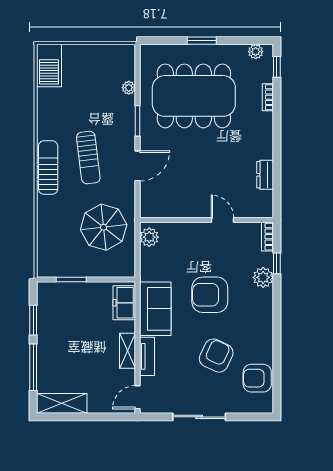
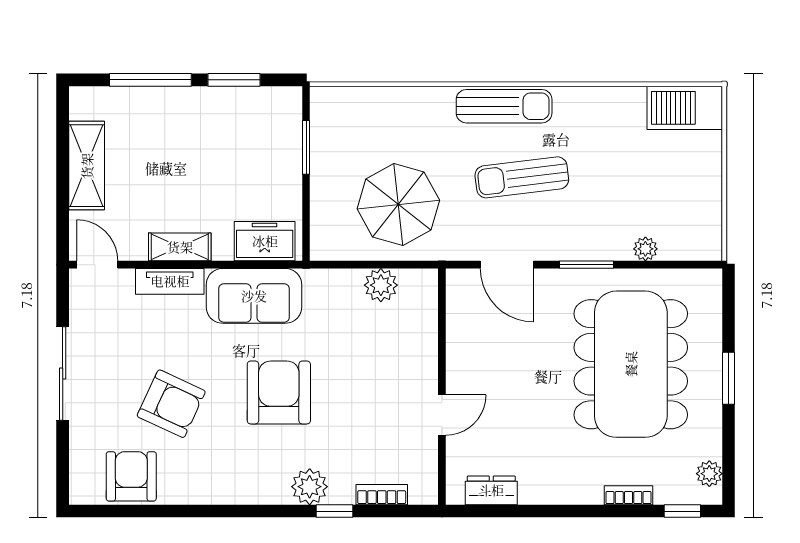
wall: (206, 220) -> (442, 387), moved
door: (223, 220) -> (442, 415), moved
shelving: (62, 403) -> (87, 166), moved

